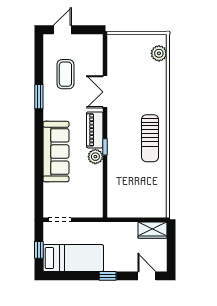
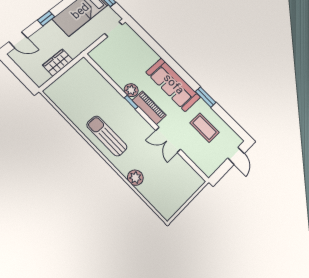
plant: (159, 53) -> (135, 178), moved
double door: (105, 92) -> (168, 140), swing flipped
sofa: (56, 152) -> (173, 85), moved
wardrobe: (152, 230) -> (58, 63), moved

